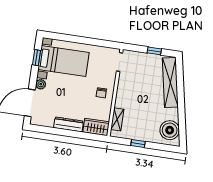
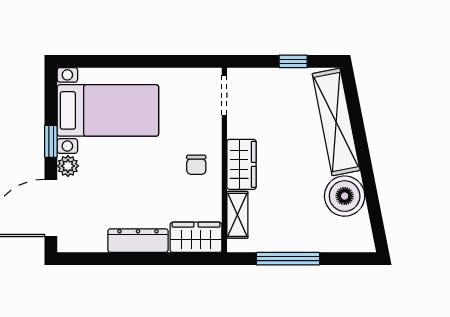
window: (37, 58) -> (51, 141), moved
wardrobe: (123, 96) -> (242, 164), added
boiler: (170, 130) -> (345, 196), moved
window: (138, 143) -> (288, 259), width x2.17

